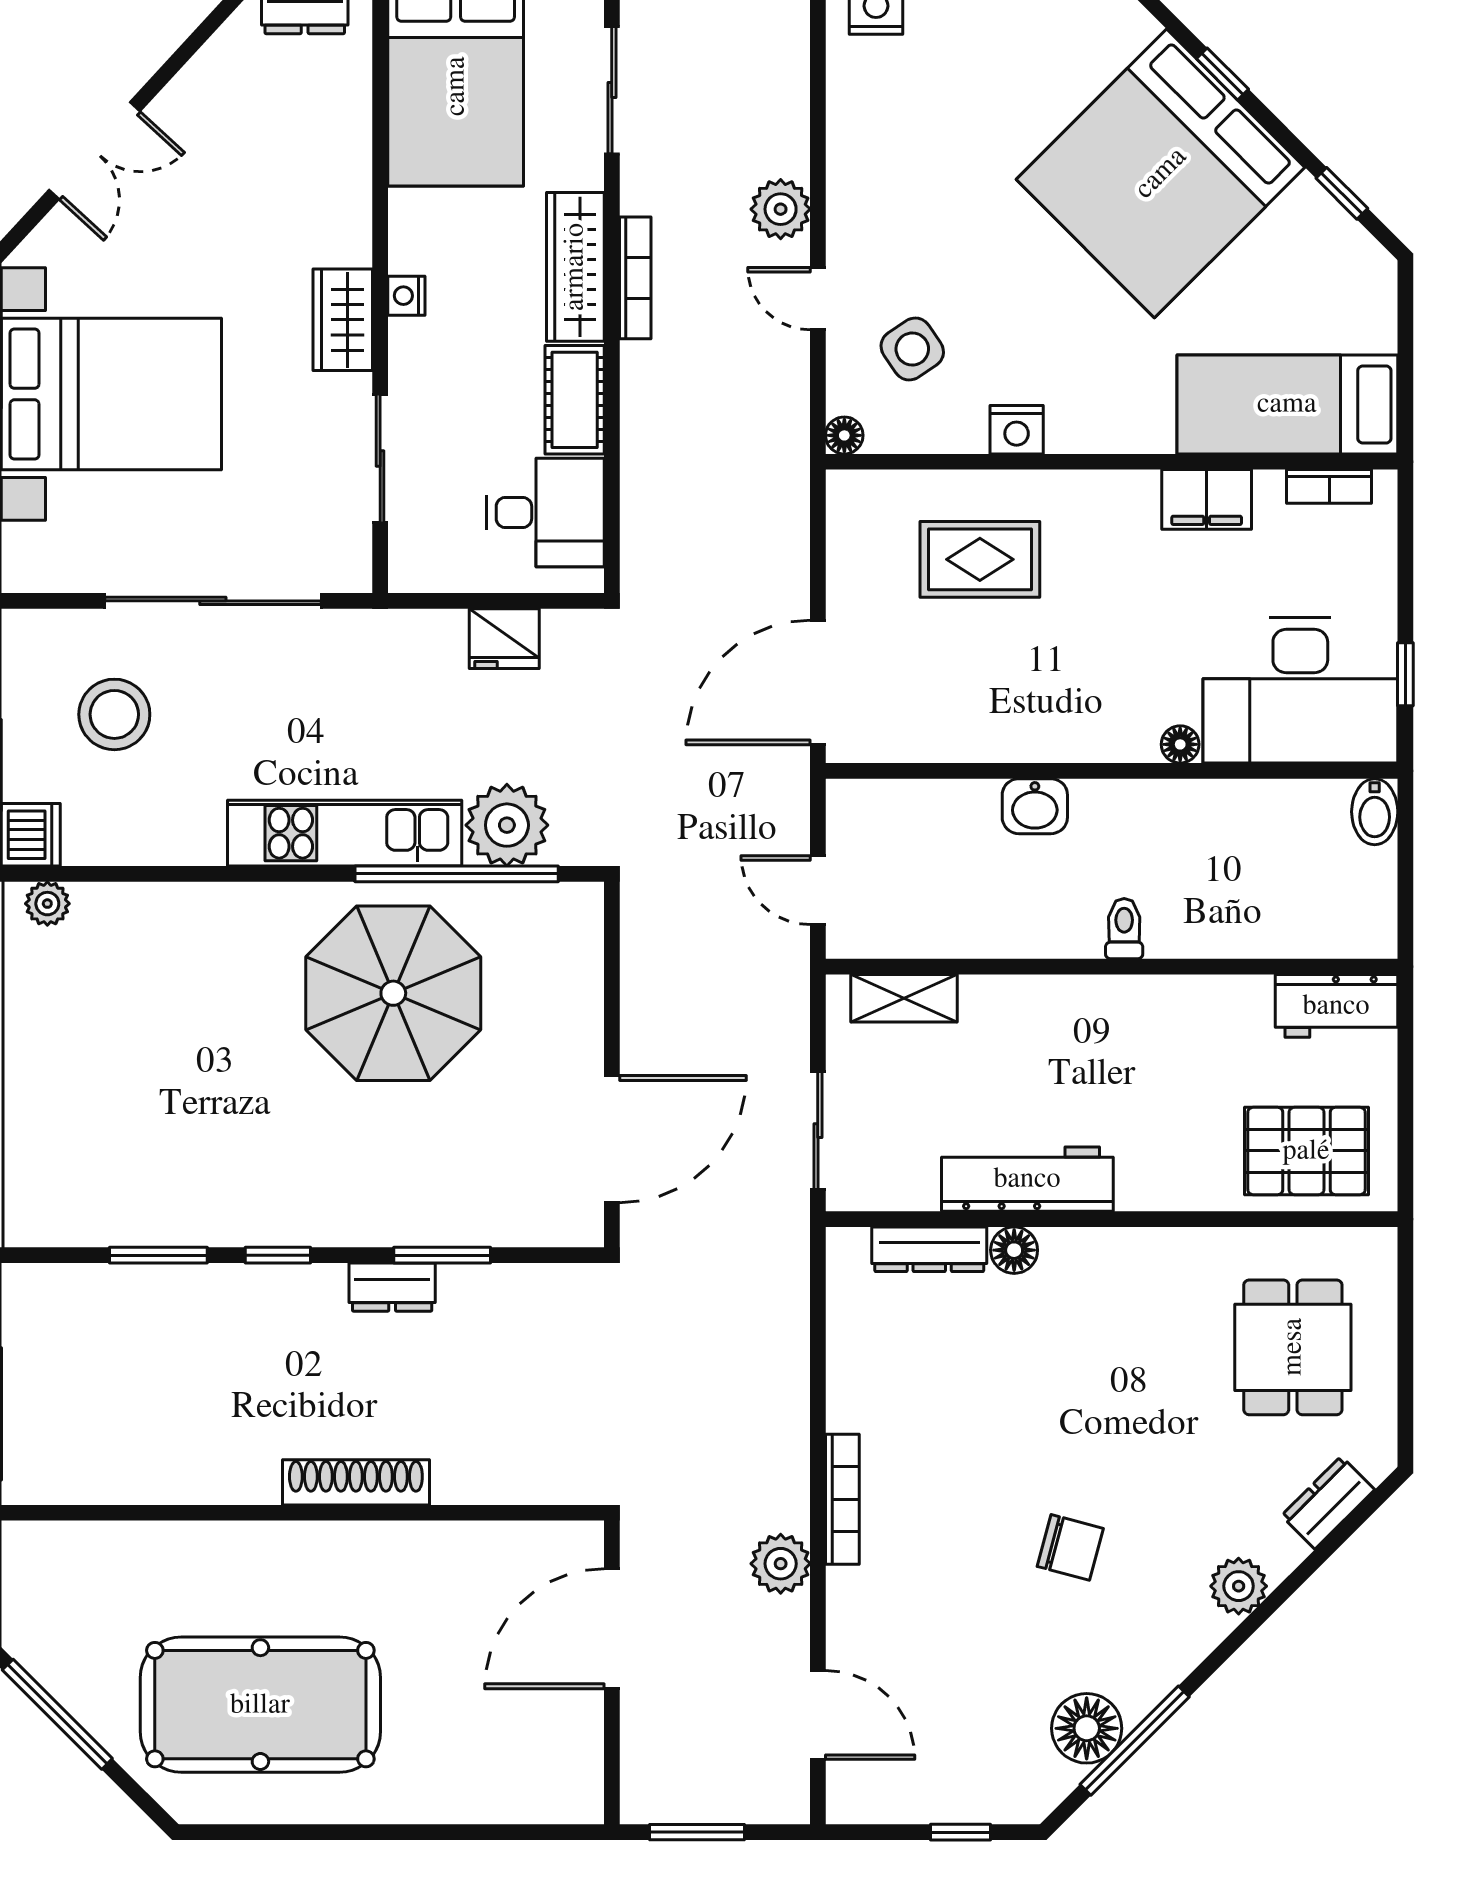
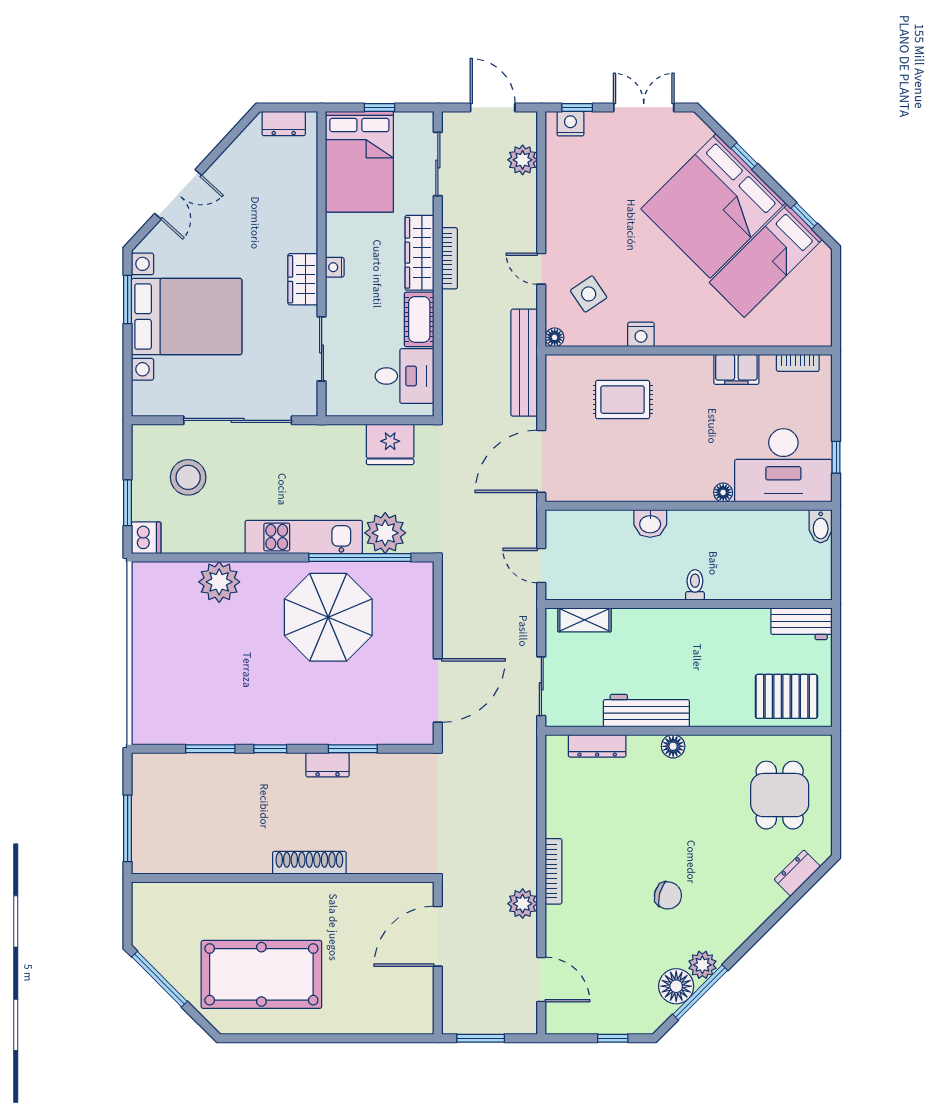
plant: (781, 209) -> (523, 160), moved
bed: (1287, 404) -> (766, 261), moved, turned -45
bench: (784, 486) -> (524, 363), added
fridge: (504, 639) -> (390, 444), width x1.36, depth x1.34
plant: (47, 904) -> (219, 582), moved, width x1.88, depth x1.88
floor lamp: (1014, 1250) -> (673, 746), moved
plant: (1239, 1586) -> (702, 965), moved

